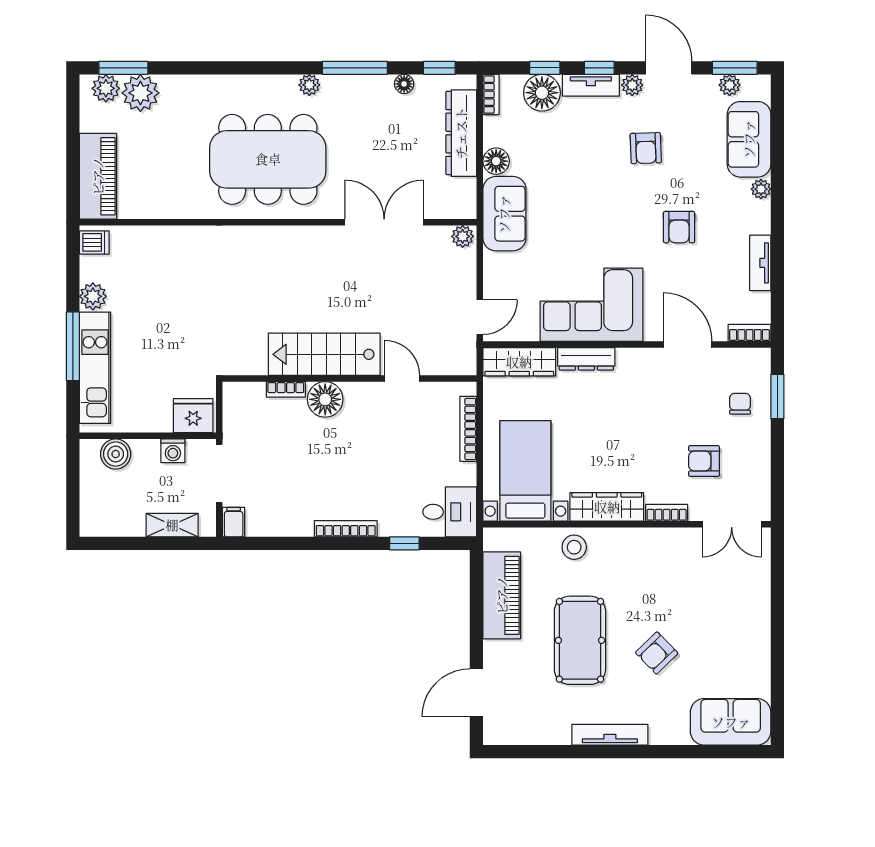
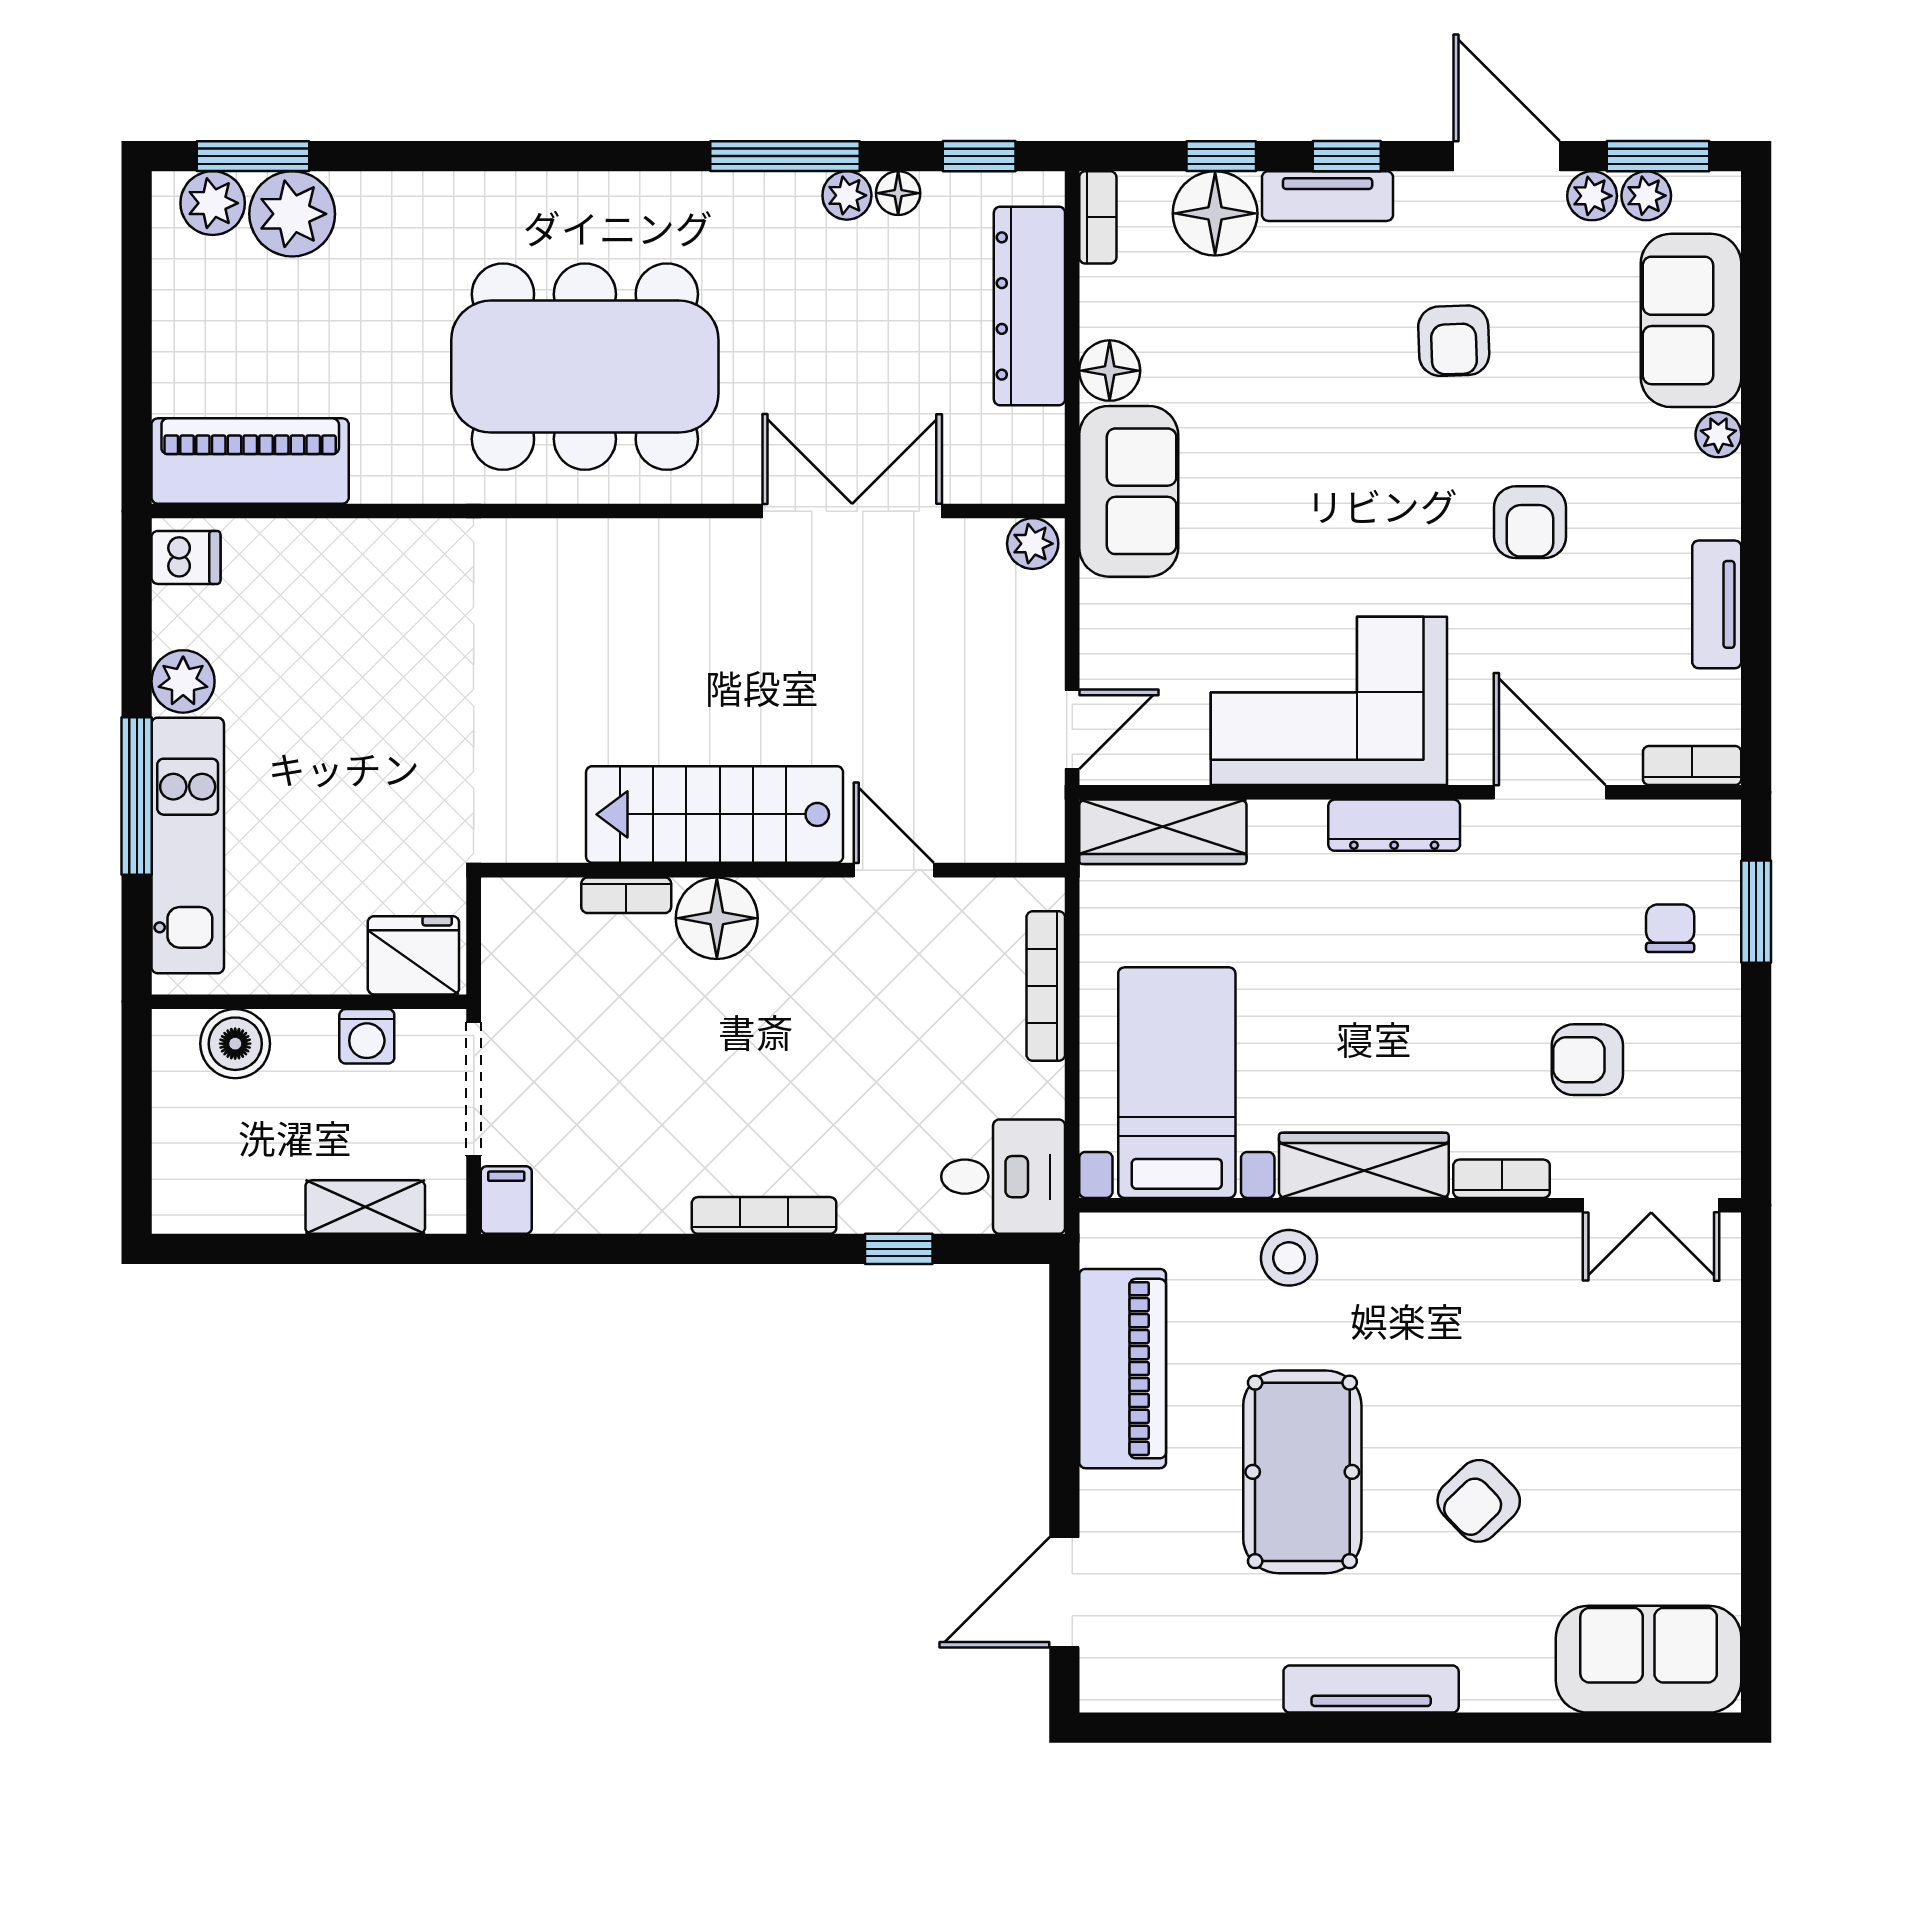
plant: (309, 85) -> (847, 195), moved
plant: (632, 85) -> (1592, 196), moved
piano: (98, 176) -> (250, 461), moved, turned -90
dresser: (586, 359) -> (1394, 825), moved

